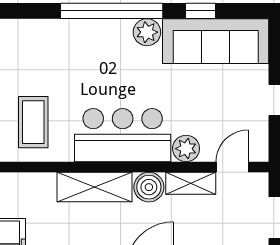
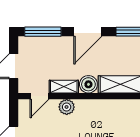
bar counter: (123, 135) -> (104, 115), removed

